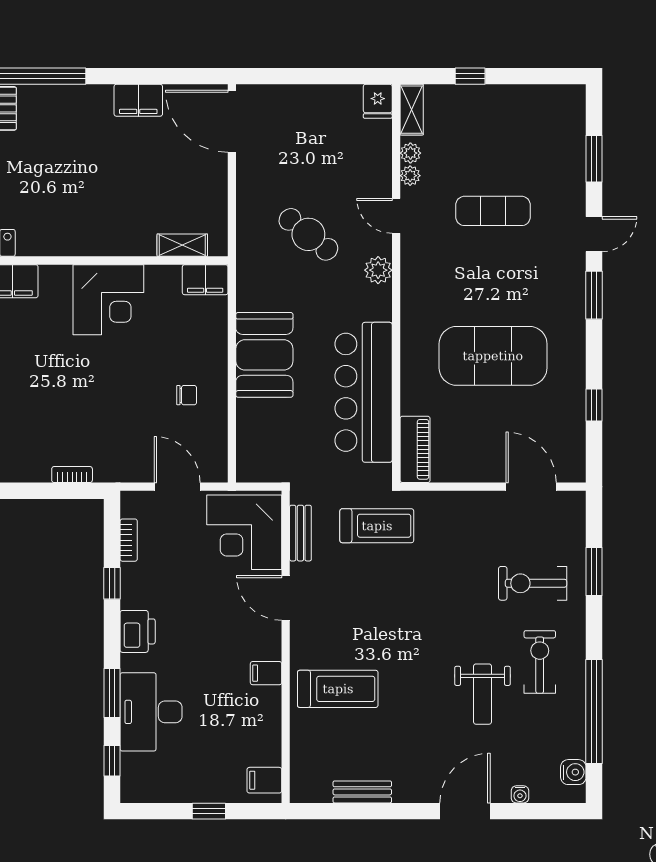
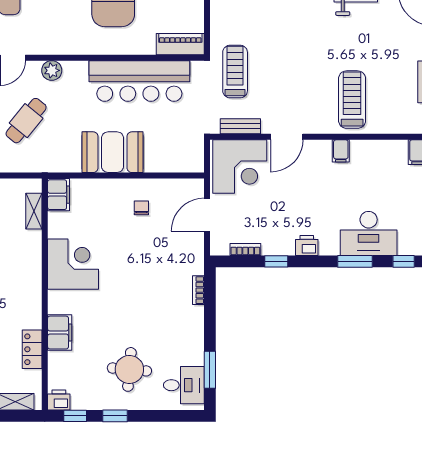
printer: (138, 631) -> (307, 246), width x0.73, depth x0.81

